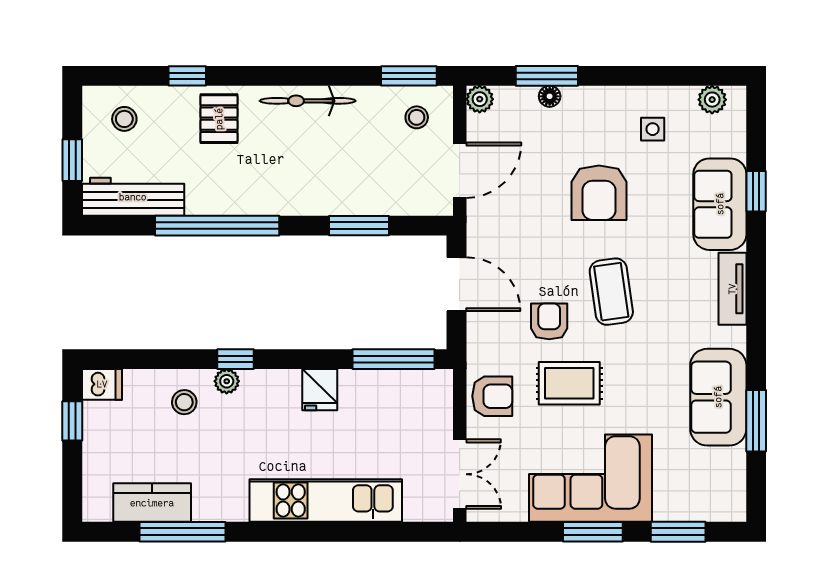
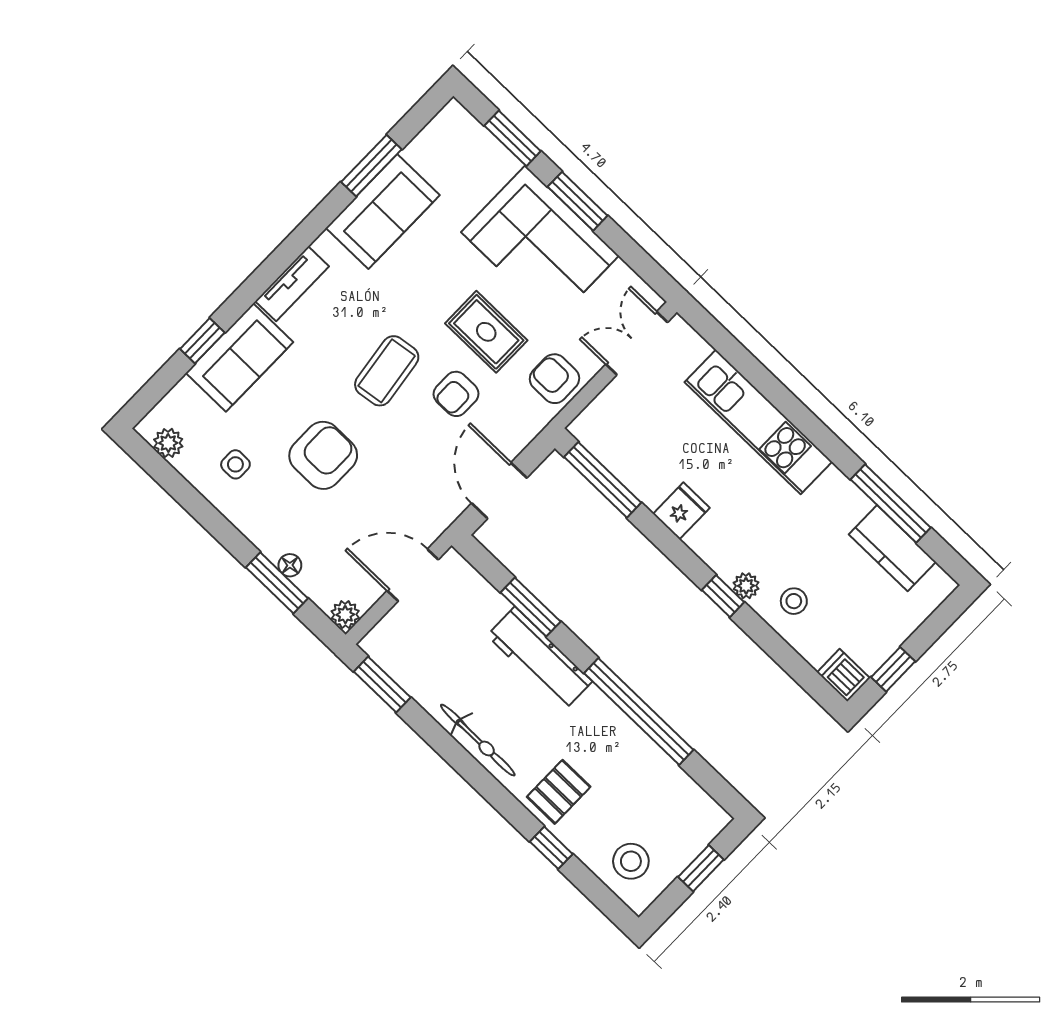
stool: (417, 117) -> (407, 647), removed
stool: (124, 119) -> (631, 861), width x1.37, depth x1.37
workbench: (133, 197) -> (540, 658), moved

